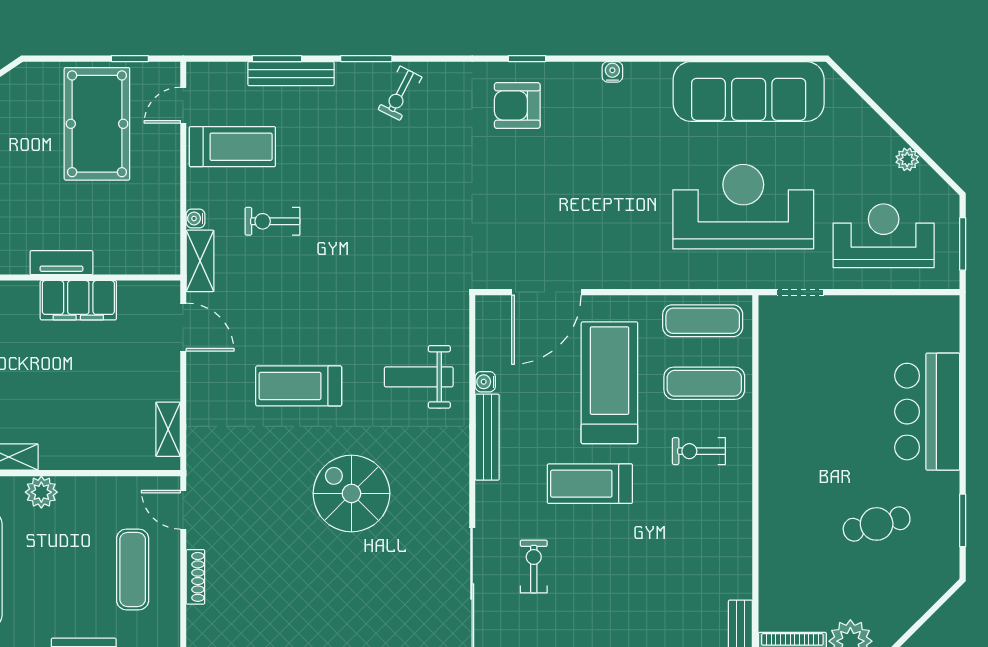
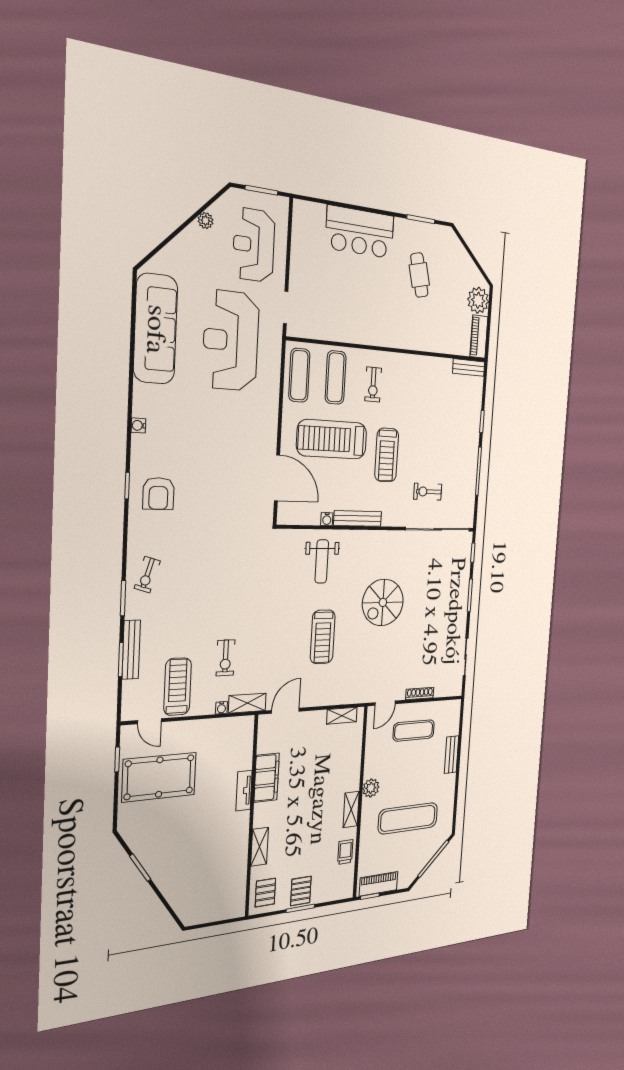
exercise bike: (400, 93) -> (147, 575), turned 80

